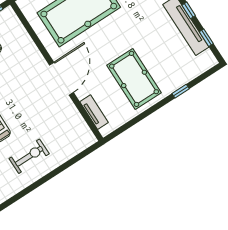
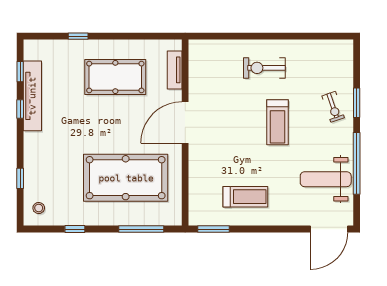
pool table: (134, 79) -> (115, 77), turned 90

